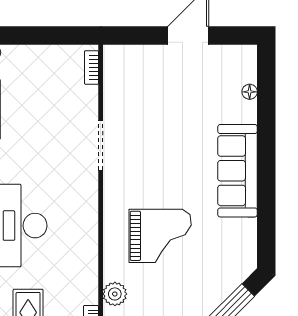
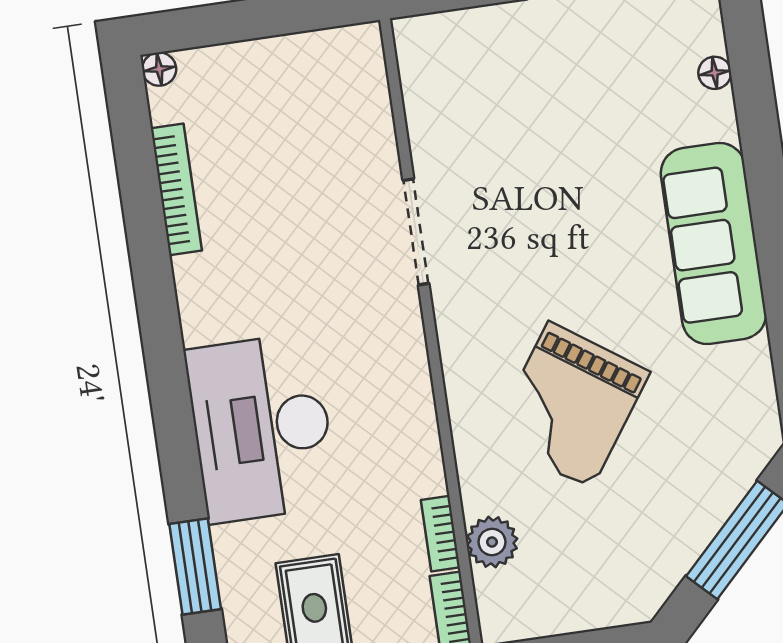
bookcase: (91, 67) -> (440, 534), moved
grand piano: (160, 236) -> (570, 405), turned 125

